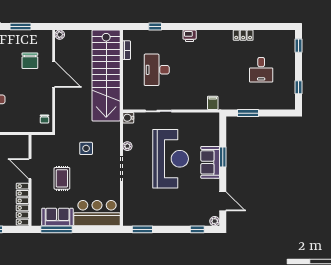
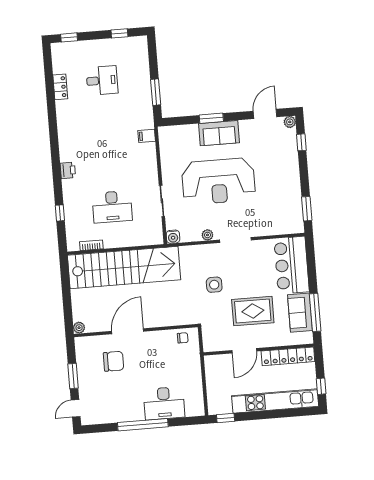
locker: (243, 35) -> (60, 87), moved
reception desk: (171, 159) -> (219, 181), turned 180
rug: (62, 178) -> (253, 311), width x1.36, depth x1.43

